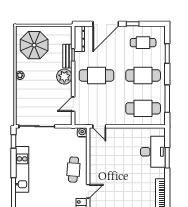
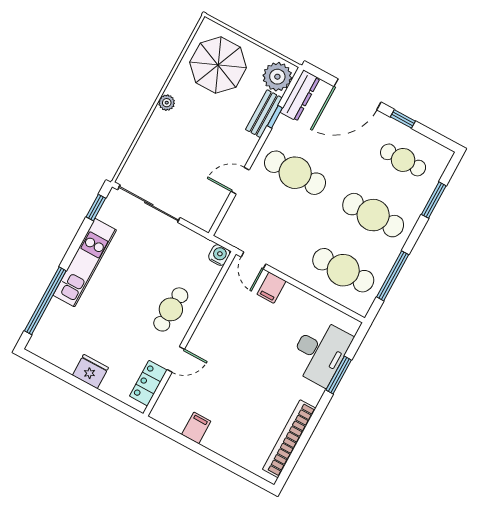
plant: (64, 77) -> (277, 77), moved
door: (73, 104) -> (240, 181), moved
filing cabinet: (114, 134) -> (271, 288), added

